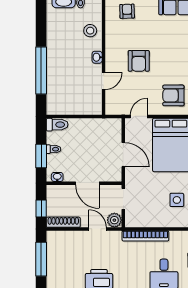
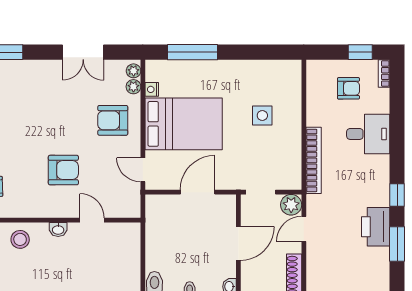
armchair: (173, 95) -> (113, 120), turned 90

